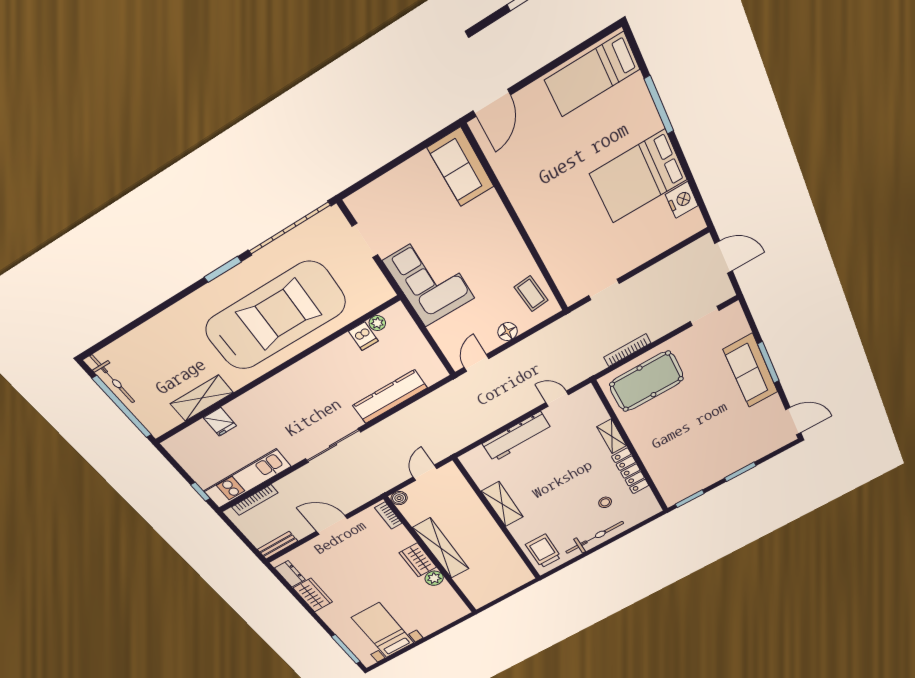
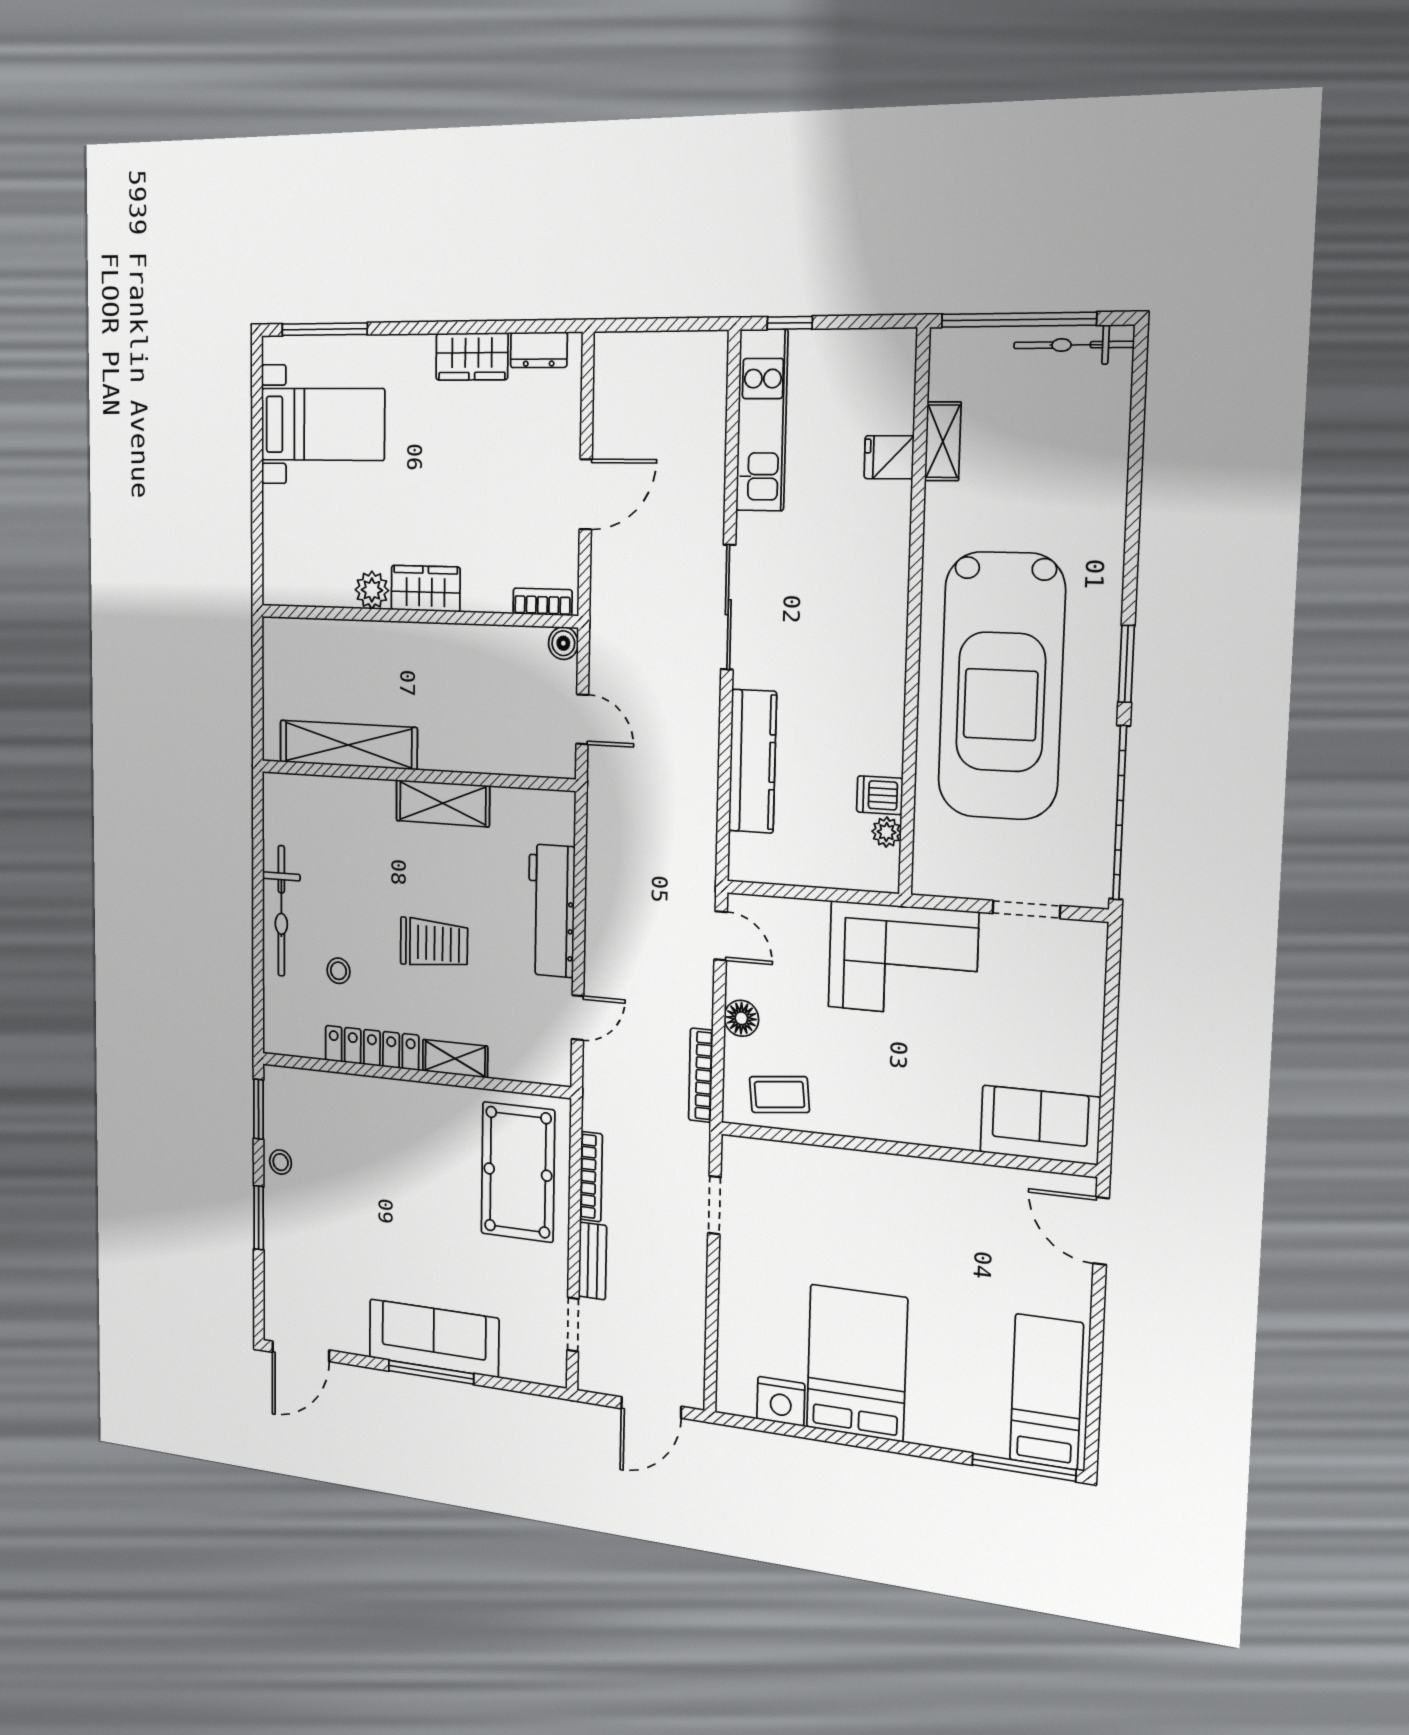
window: (659, 105) -> (1024, 1467), moved
shelving: (202, 398) -> (943, 441), width x0.67, depth x0.75
stool: (708, 477) -> (281, 1162), added
bookcase: (255, 500) -> (701, 1075), moved
bench: (278, 545) -> (593, 1261), moved
shelving: (441, 548) -> (348, 745), moved
trolley: (543, 551) -> (434, 943), moved

